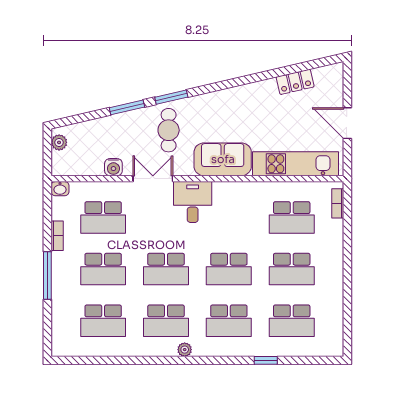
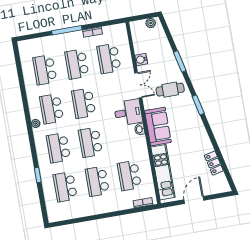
window: (171, 97) -> (198, 105), moved
washbasin: (60, 189) -> (140, 129), moved

